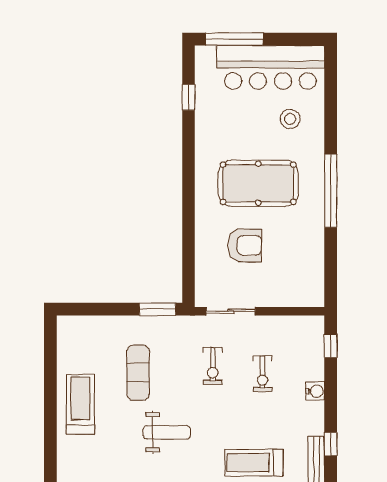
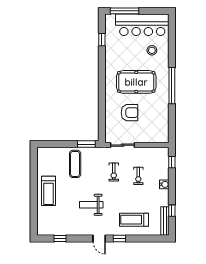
exercise mat: (138, 373) -> (75, 164), moved
treadmill: (80, 404) -> (49, 191), turned 180
weight bench: (167, 432) -> (91, 205), turned 180

